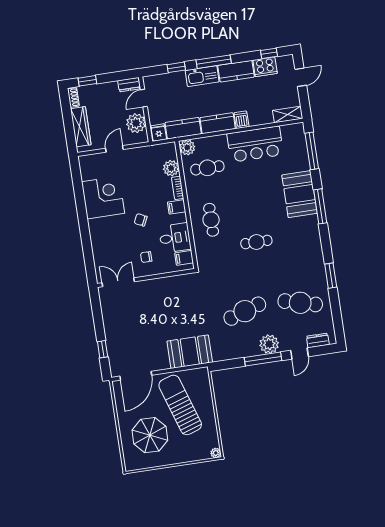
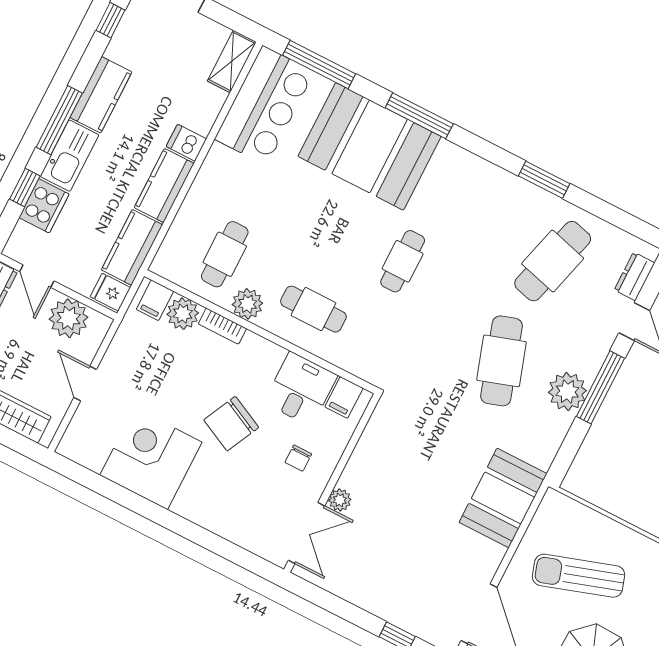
cooker: (265, 67) -> (44, 206), moved
bar counter: (255, 144) -> (264, 105), moved
plant: (187, 147) -> (247, 304), moved
booth: (299, 194) -> (370, 146), width x1.36, depth x1.42
filing cabinet: (177, 207) -> (155, 300), moved
chair: (141, 220) -> (231, 424), width x1.87, depth x1.87
double door: (118, 282) -> (306, 533), swing flipped
plant: (141, 286) -> (340, 500), added
plant: (269, 344) -> (567, 392), moved
sun lounger: (180, 405) -> (579, 576), width x0.73, depth x0.75

